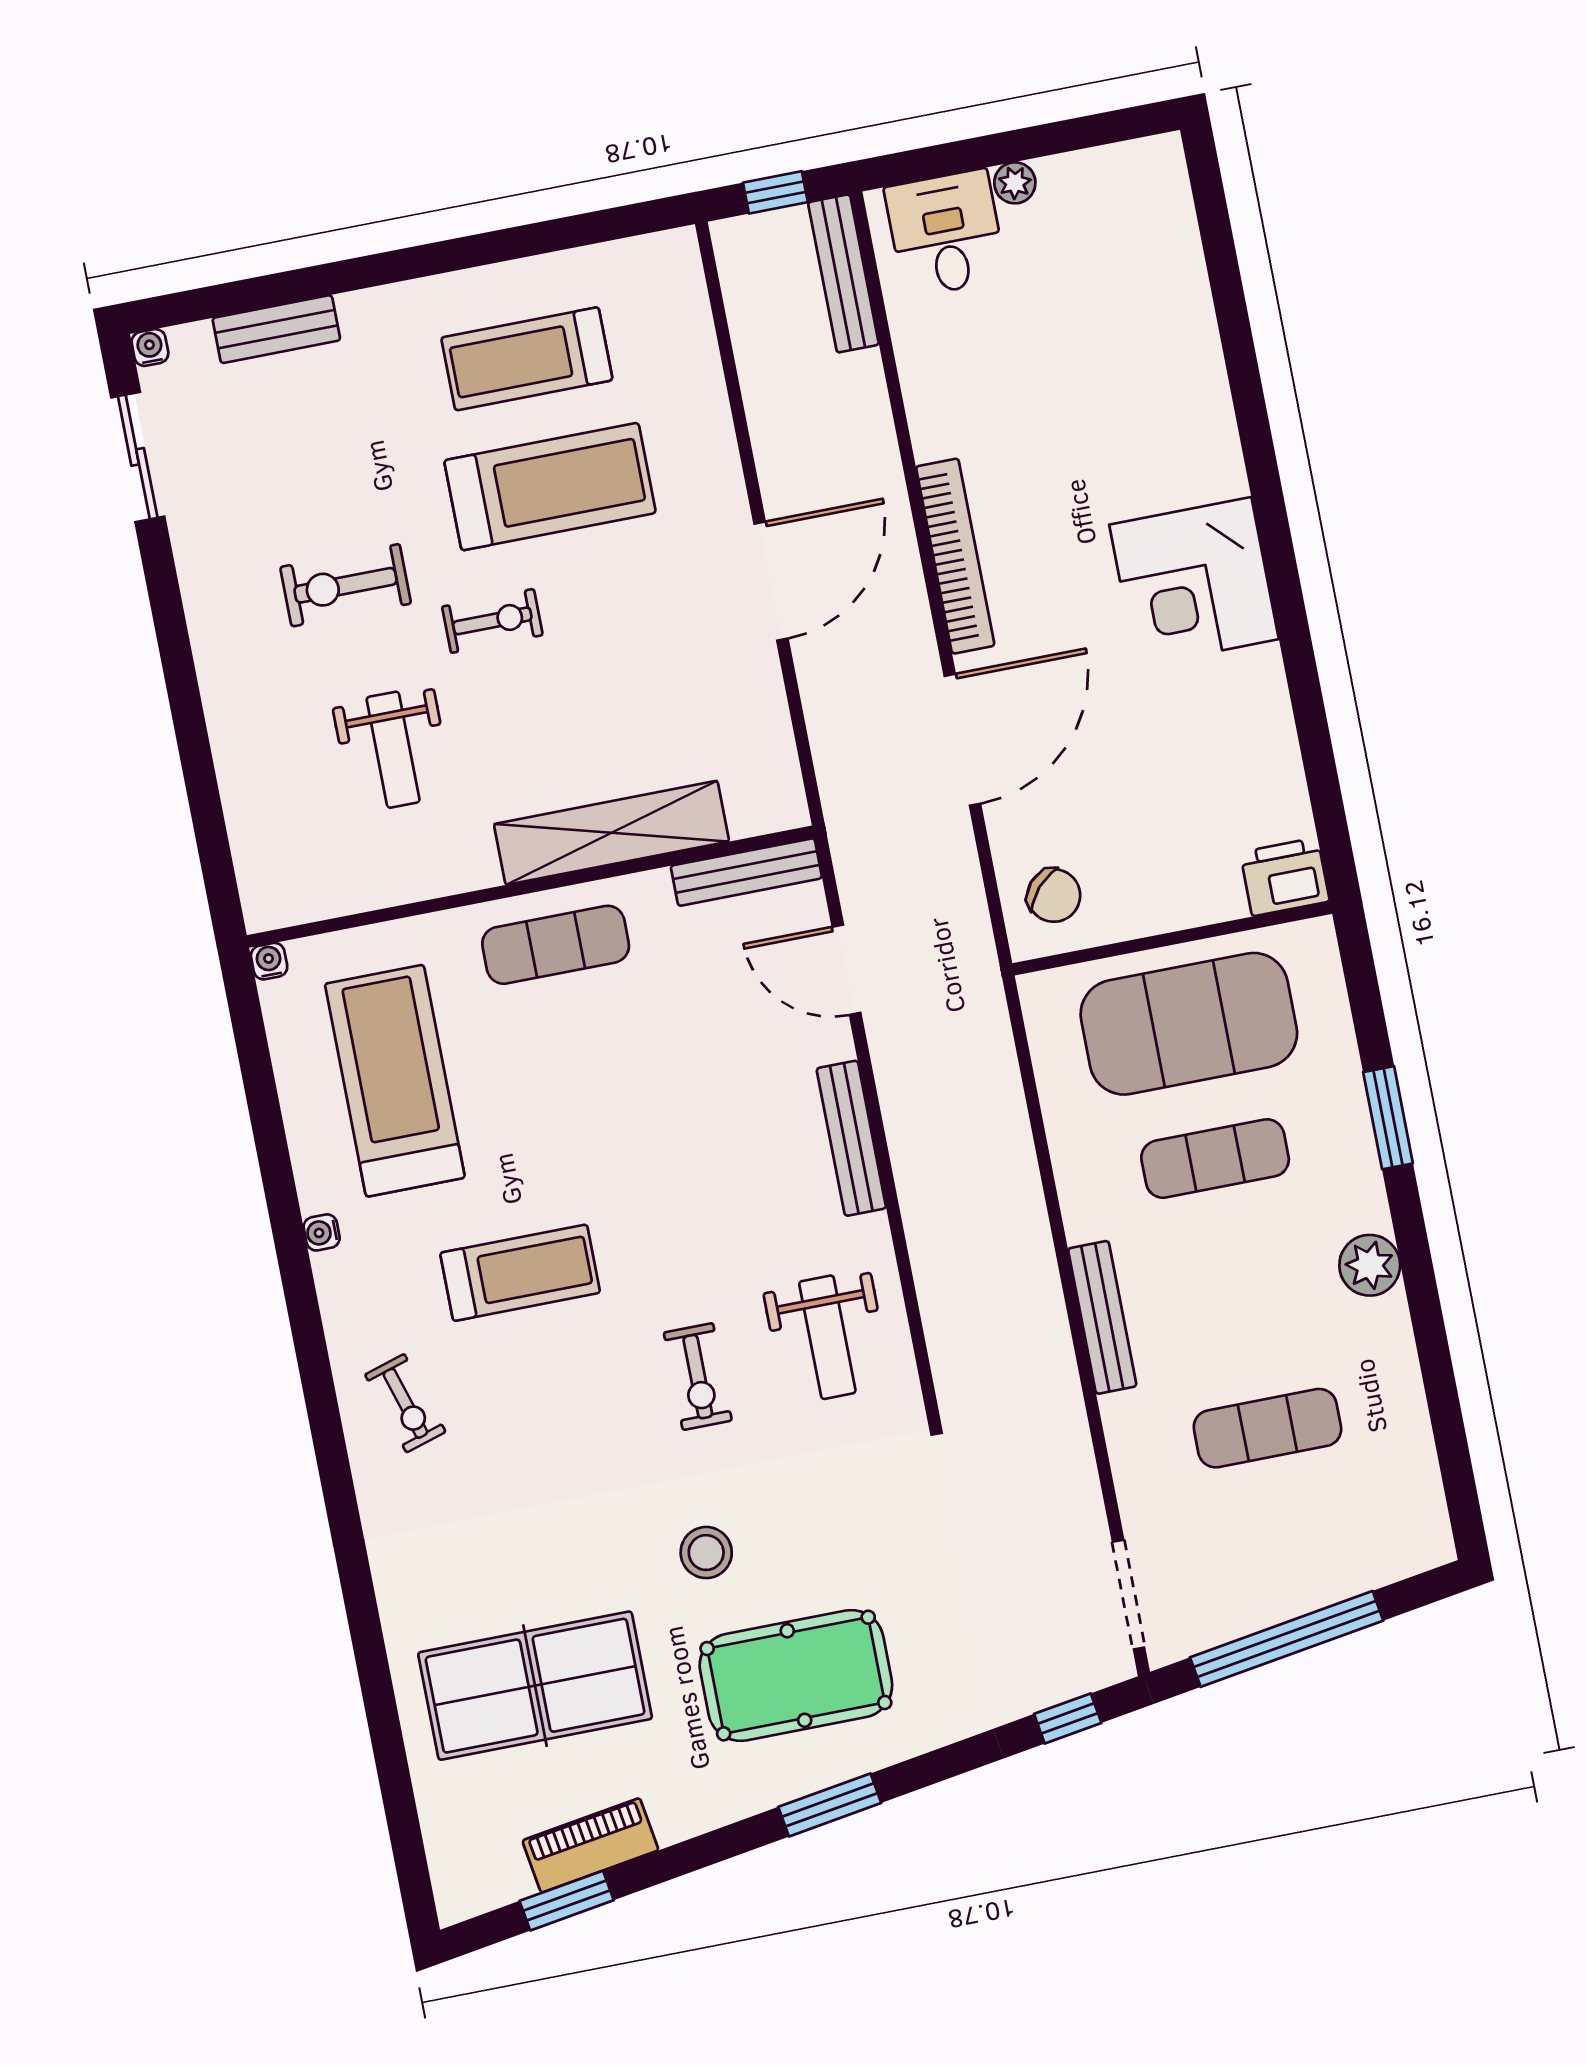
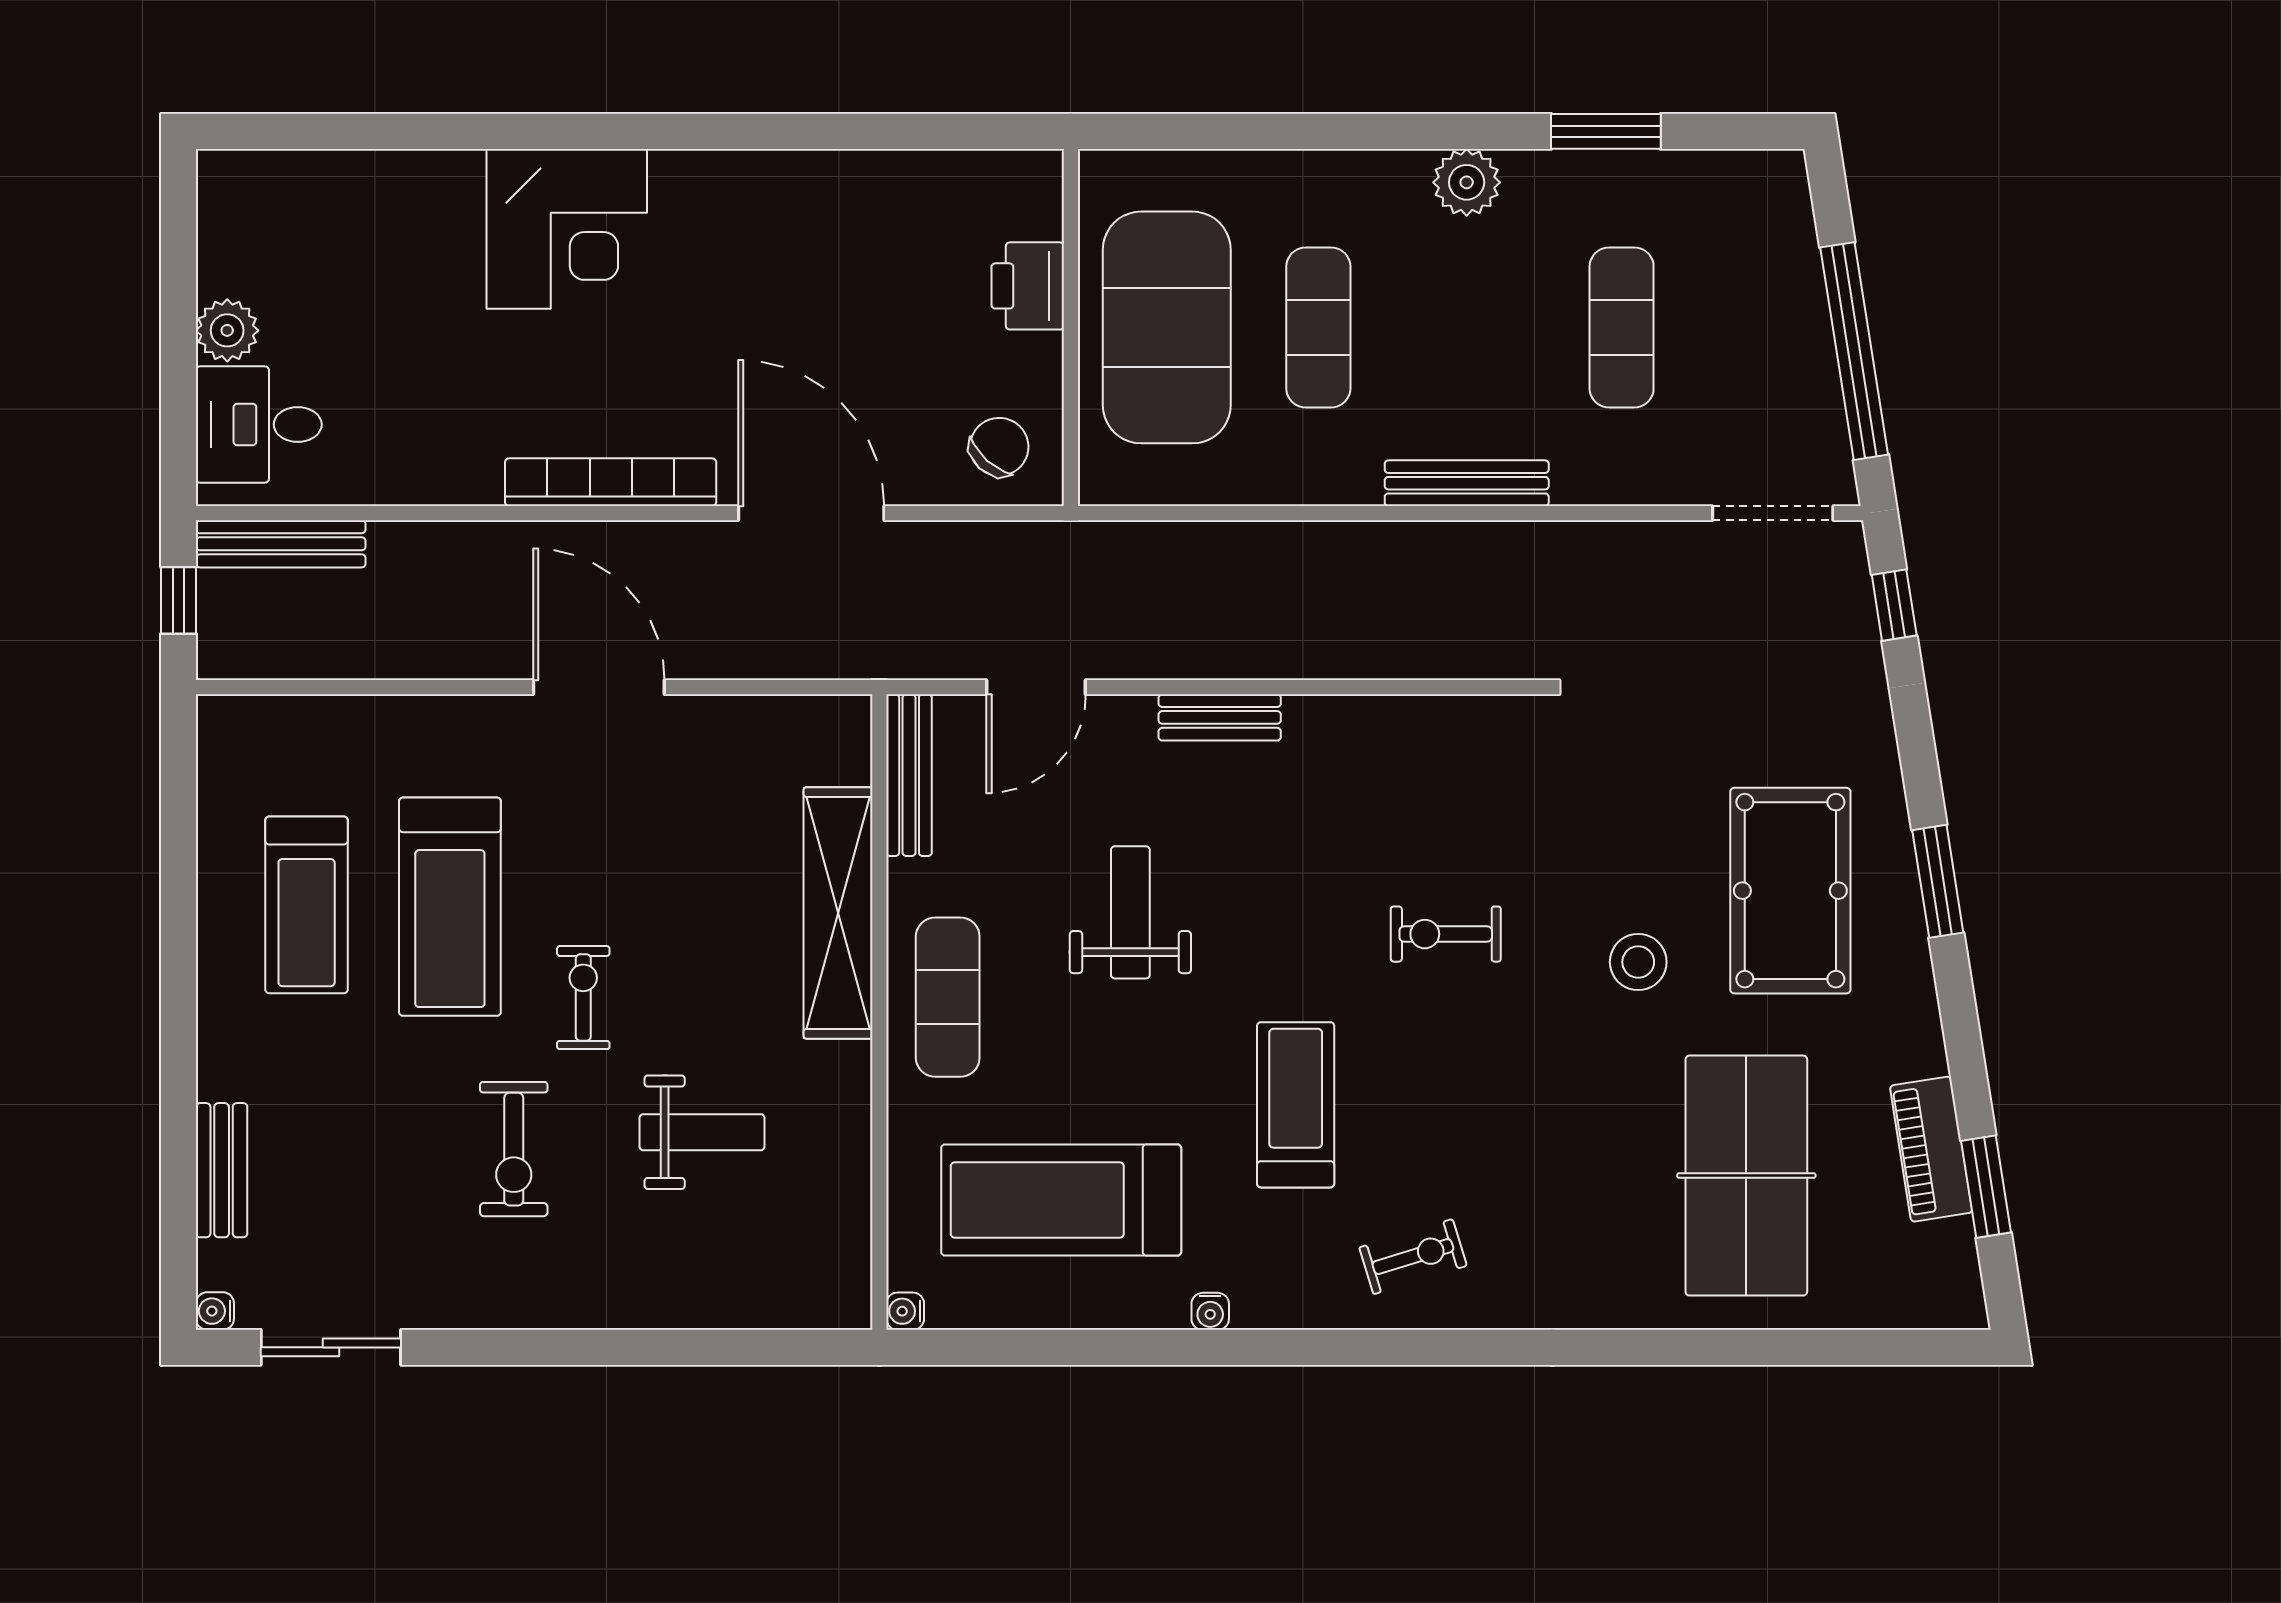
plant: (1015, 183) -> (227, 330), width x1.38, depth x1.38
treadmill: (550, 487) -> (450, 907), turned 180
corner desk: (1194, 582) -> (567, 229), moved
printer: (1285, 877) -> (1028, 286), moved
window: (1388, 1118) -> (1606, 131), moved
bench: (851, 1138) -> (1220, 717), width x0.73
weight bench: (827, 1337) -> (1130, 912), moved, turned -90
exercise bike: (698, 1377) -> (1446, 934), turned 180

